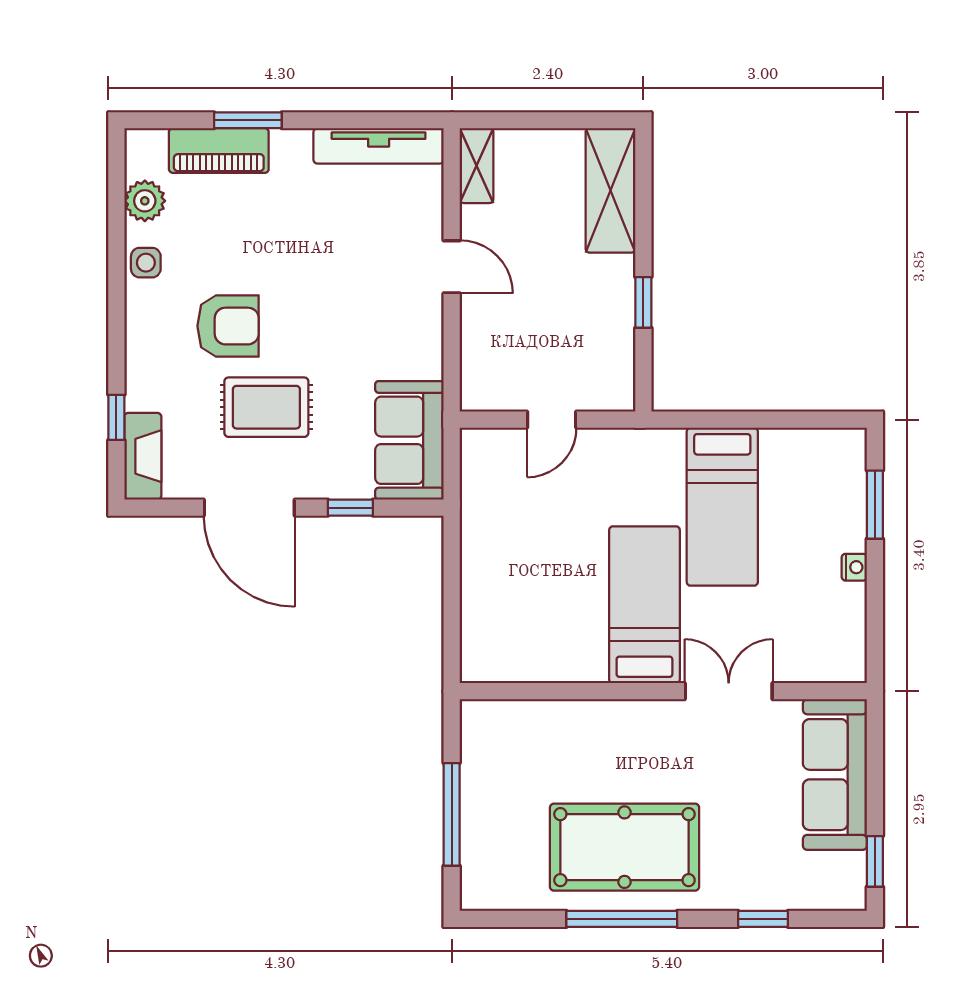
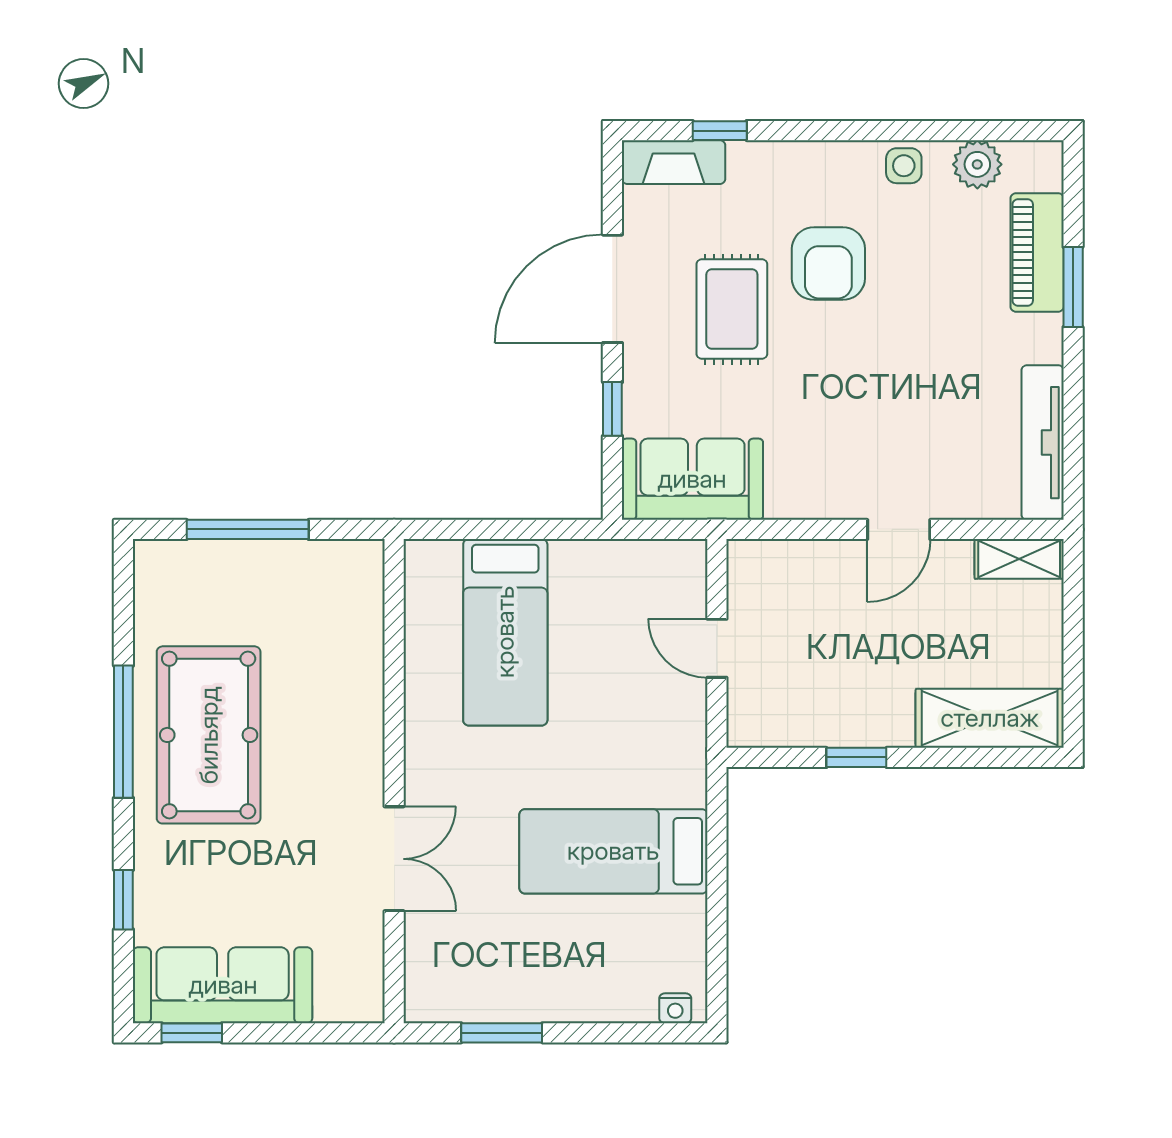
window: (875, 505) -> (502, 1033), moved
nightstand: (854, 567) -> (675, 1008), moved
bed: (644, 605) -> (505, 632), moved, turned 90
sofa: (835, 775) -> (223, 985), moved

